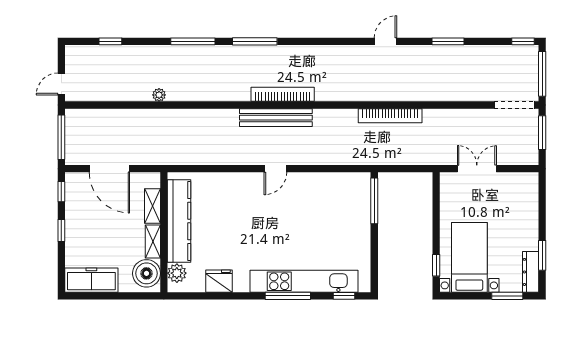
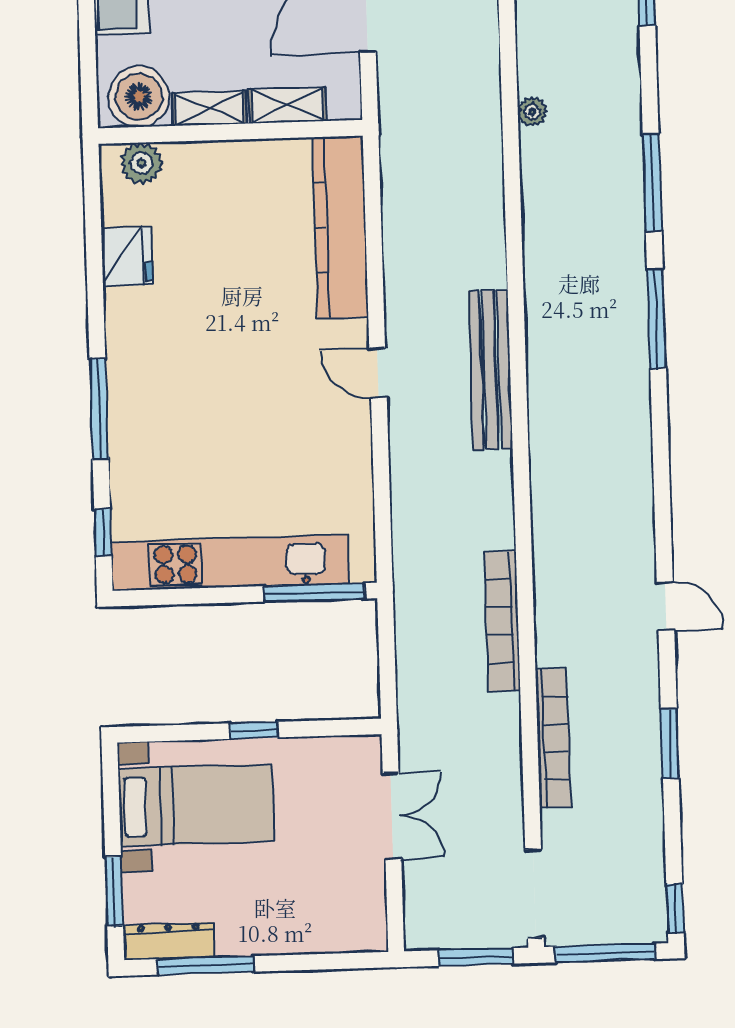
bookcase: (283, 94) -> (553, 738), moved
kitchen counter: (179, 221) -> (340, 227), moved, turned 90
window: (542, 255) -> (206, 965), width x1.44
window: (436, 265) -> (254, 730), moved
kitchen unit: (304, 281) -> (230, 563), moved, turned -90

